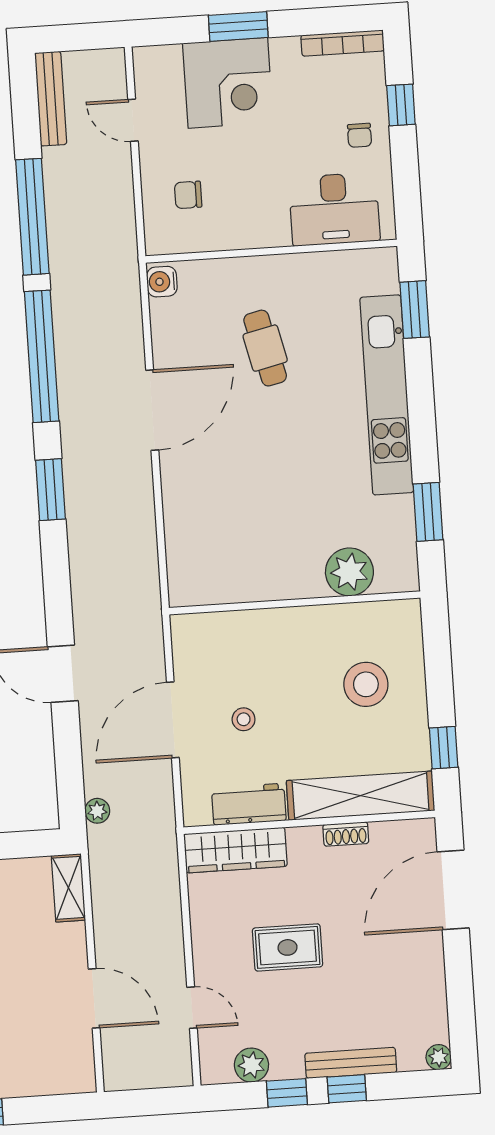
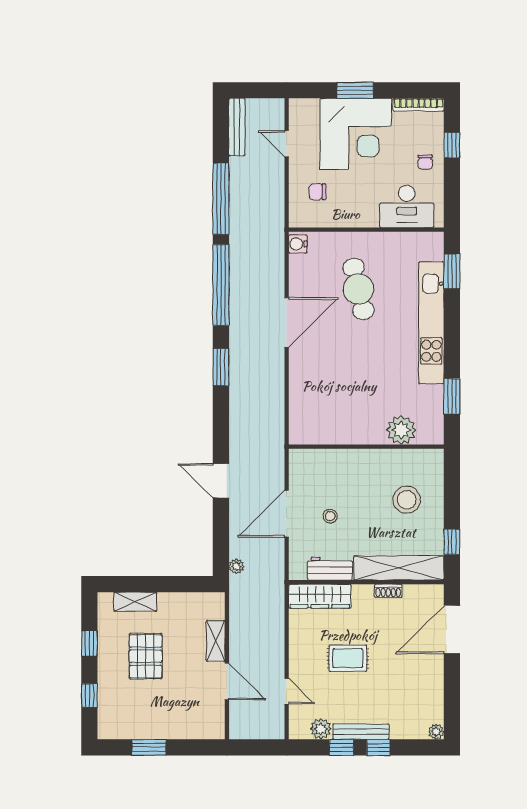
corner desk: (228, 83) -> (356, 134), width x1.36, depth x1.36
cafe table: (265, 348) -> (358, 289), width x1.37, depth x1.35
shelving: (68, 888) -> (216, 641), moved
bench: (351, 1063) -> (361, 732), moved

